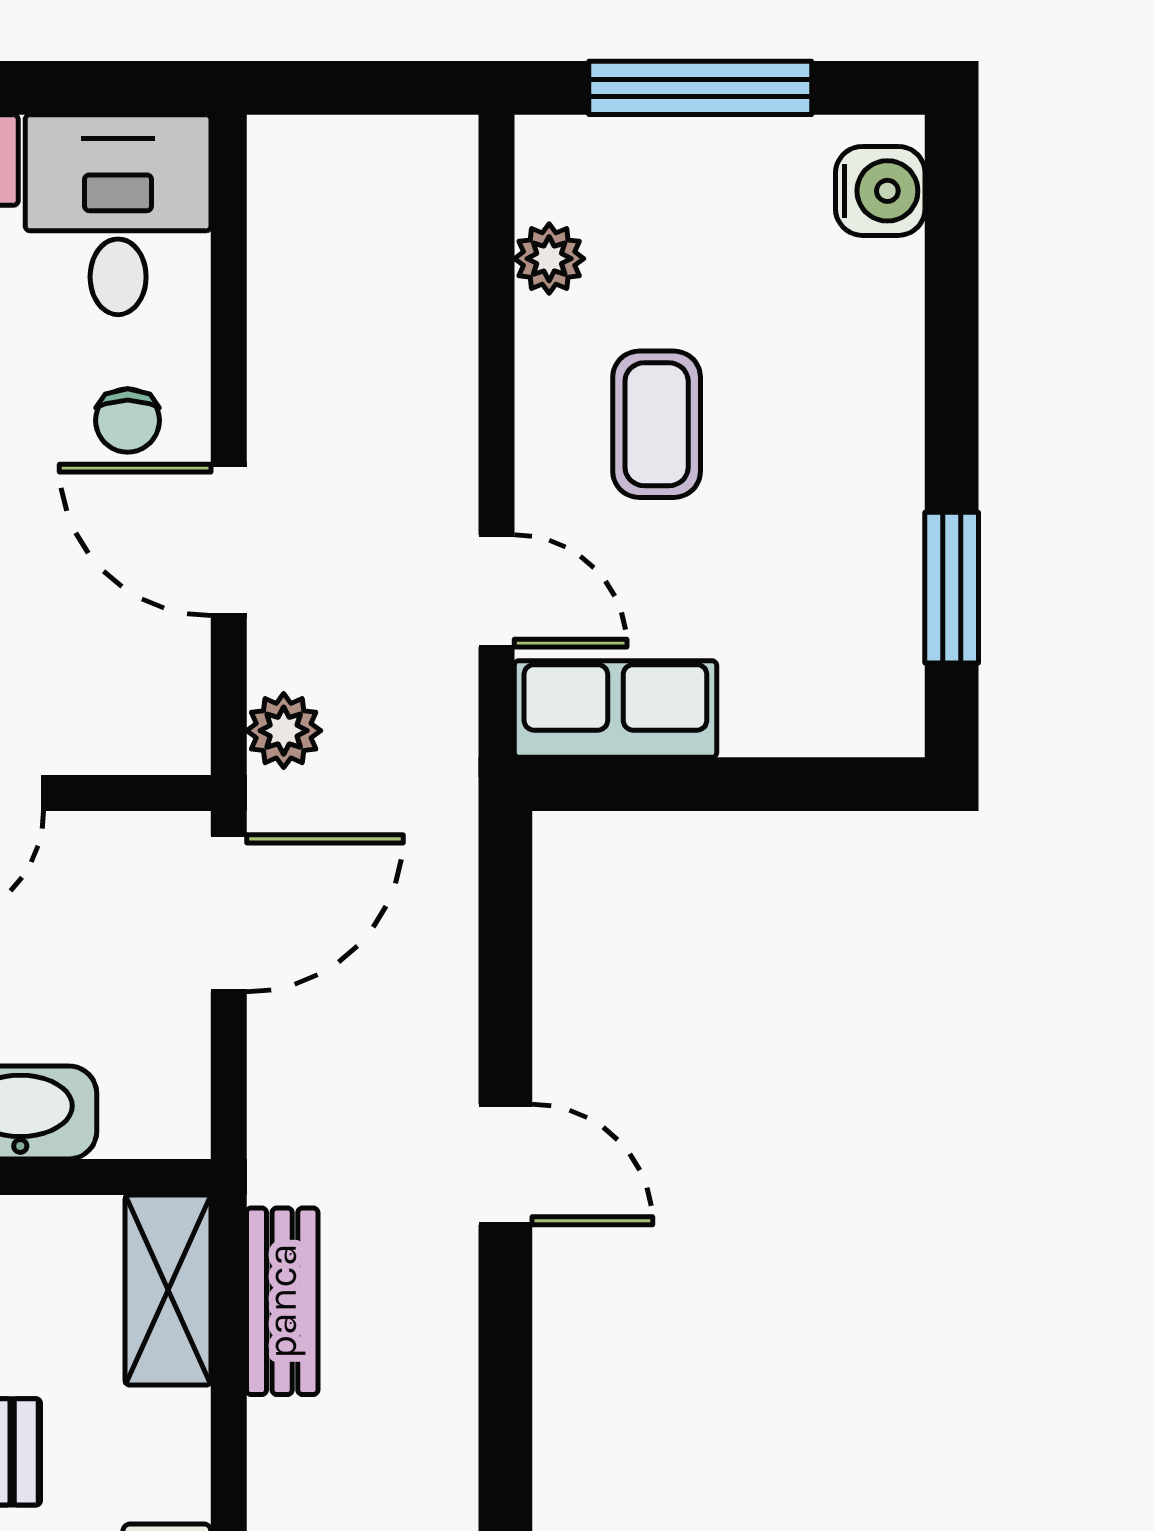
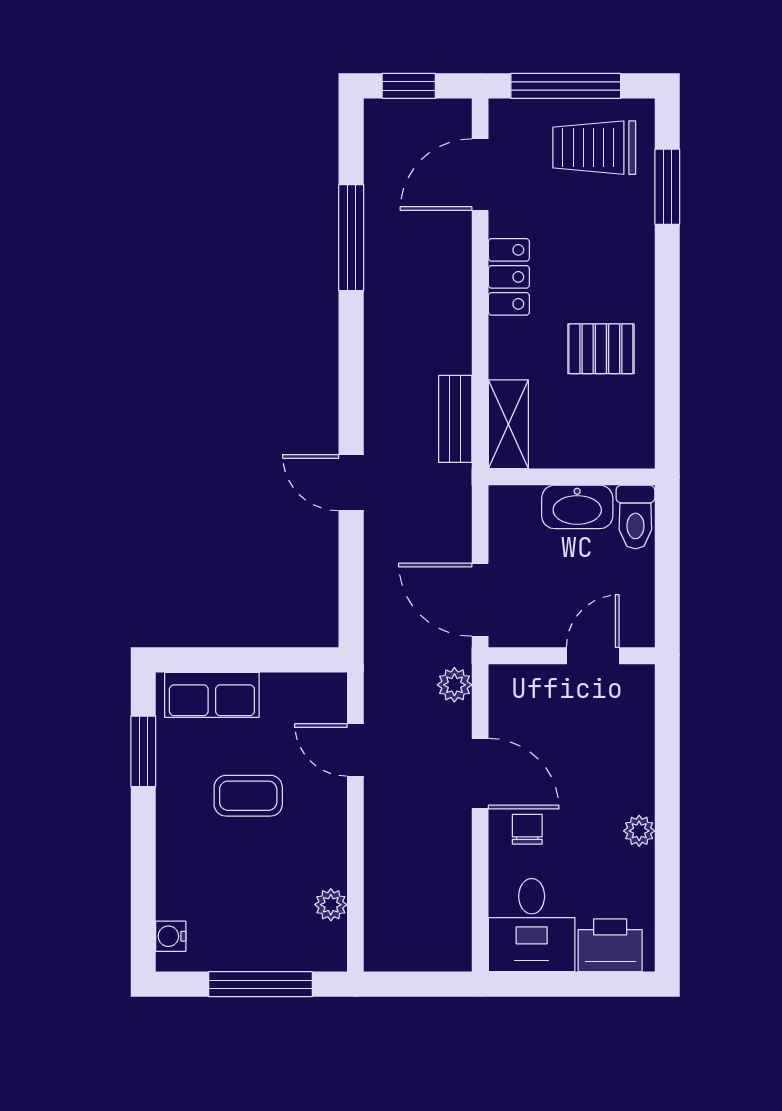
water cooler: (880, 191) -> (171, 936), width x0.72, depth x0.72
coffee table: (657, 424) -> (248, 796), moved, turned 90
row of seats: (615, 709) -> (212, 695), moved
door: (229, 913) -> (480, 600), hinge flipped

